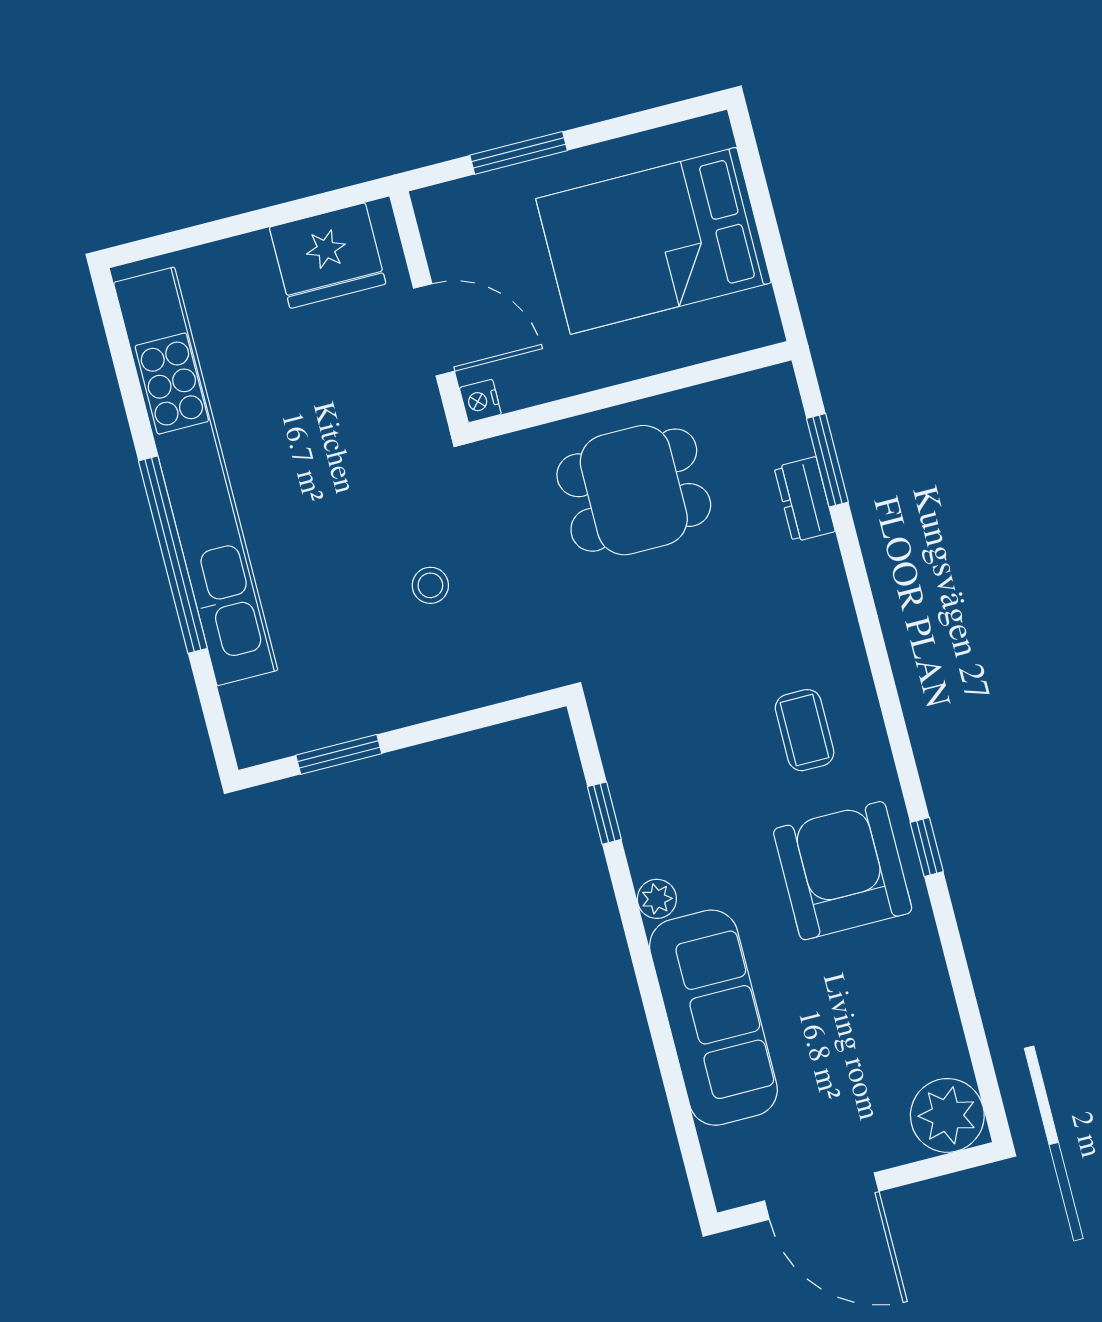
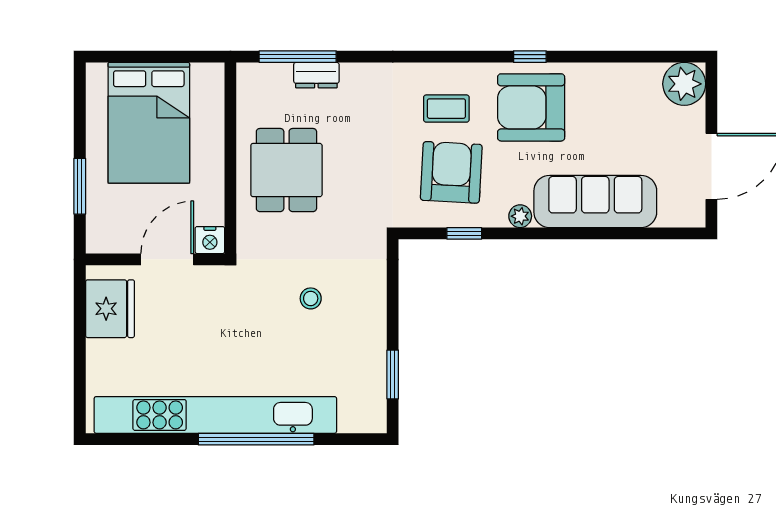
nightstand: (480, 401) -> (210, 240), width x1.39, depth x1.35
window: (827, 460) -> (298, 57), width x1.44
armchair: (700, 765) -> (451, 172), added

